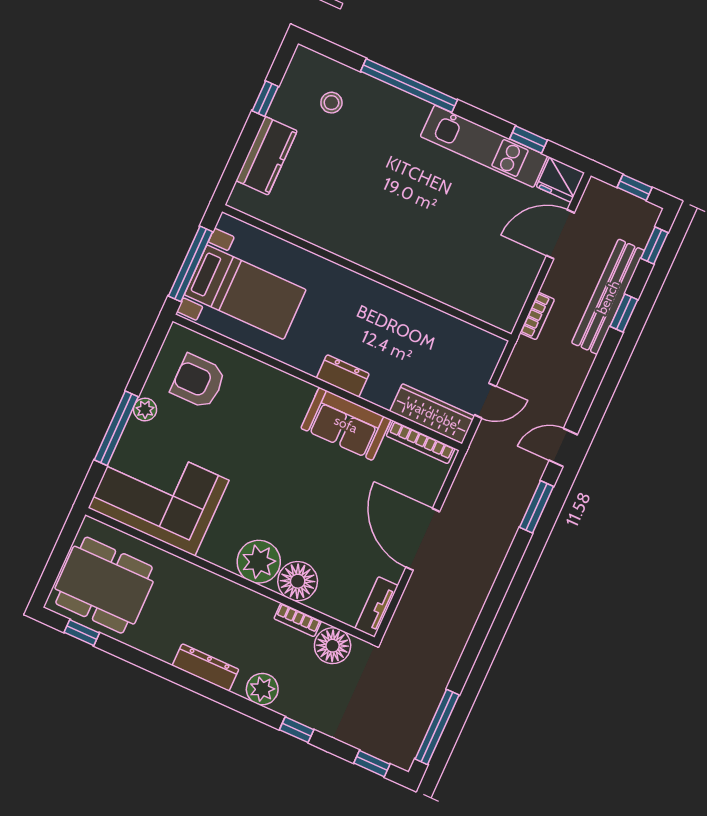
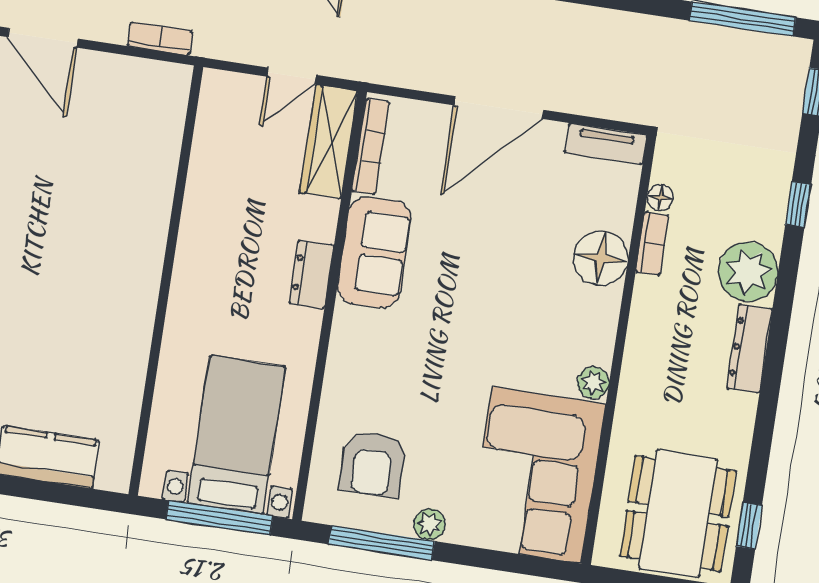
door: (485, 401) -> (291, 76), swing flipped
window: (116, 428) -> (382, 543), moved
plant: (259, 562) -> (593, 383), moved, width x0.53, depth x0.53
floor lamp: (333, 646) -> (660, 198), width x0.53, depth x0.53
plant: (262, 689) -> (748, 272), width x1.36, depth x1.36

